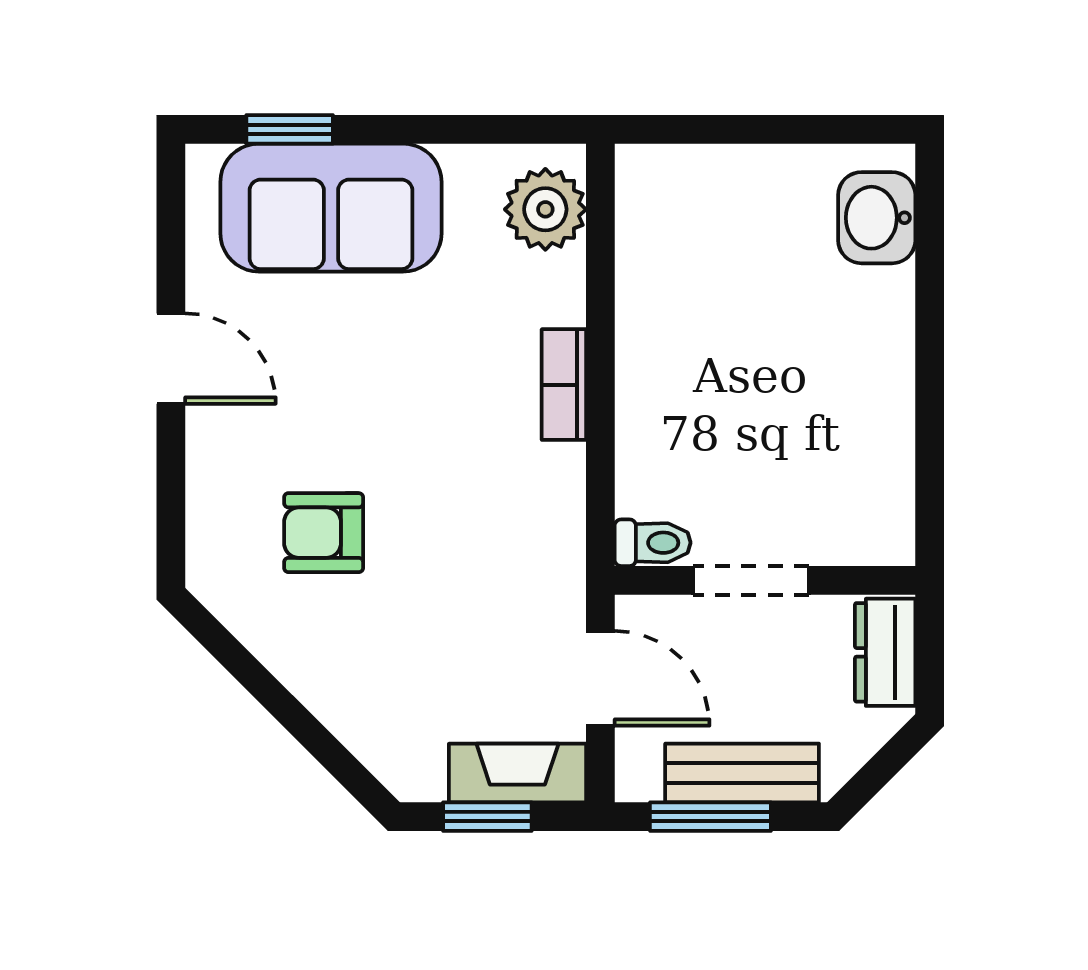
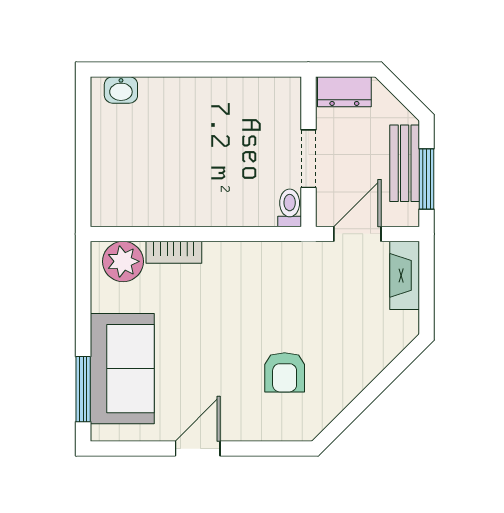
window: (290, 129) -> (83, 389), width x1.50
washbasin: (877, 218) -> (121, 90), width x0.72, depth x0.69
bookcase: (564, 385) -> (174, 252), moved
window: (487, 817) -> (426, 290), removed

